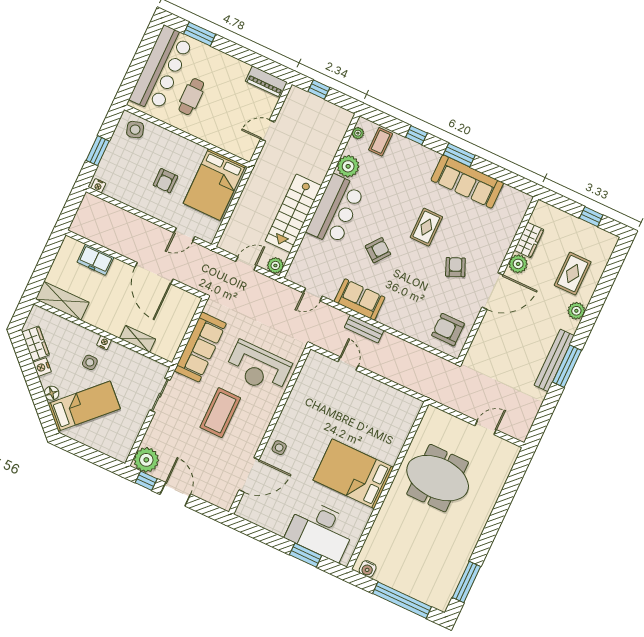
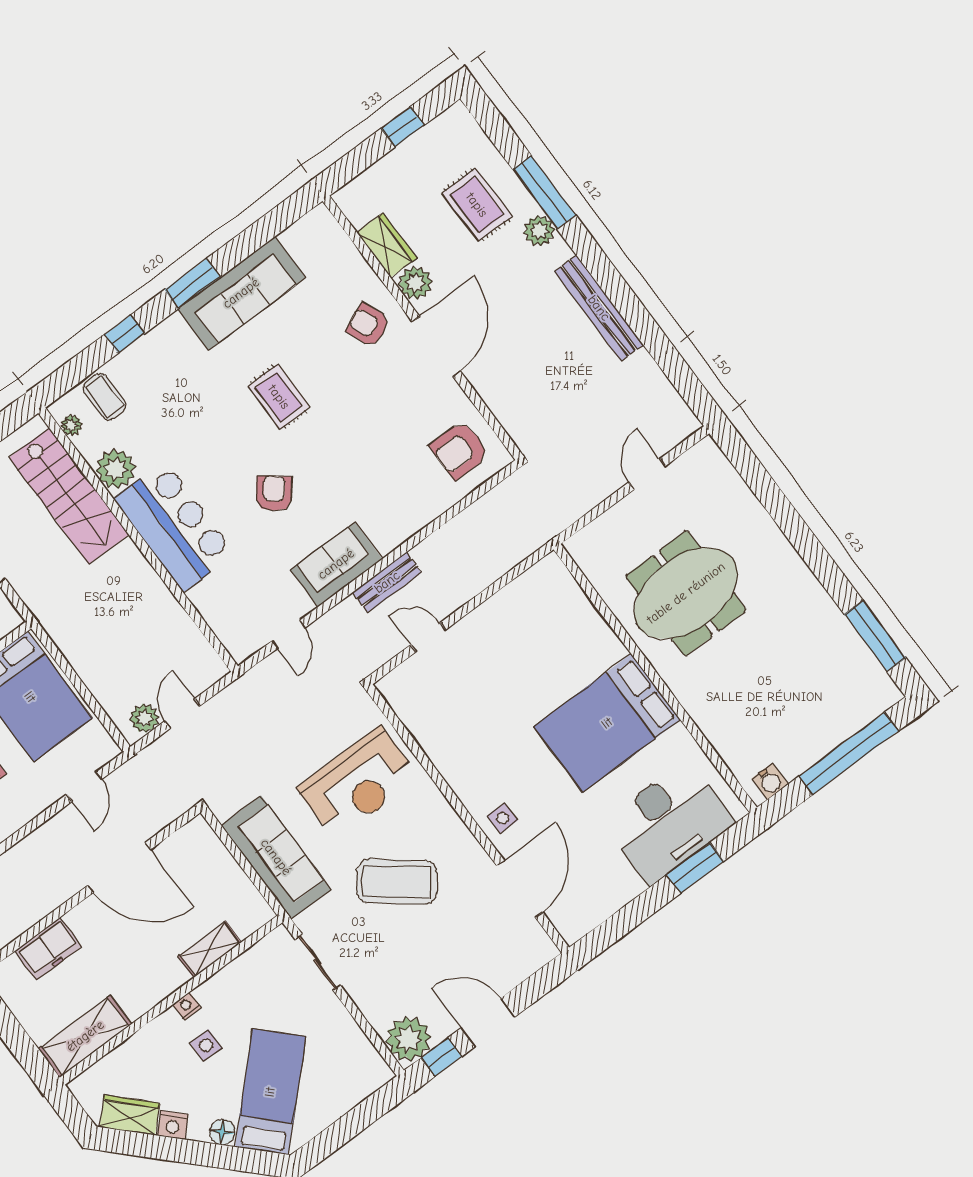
stairs: (293, 213) -> (69, 496), moved
plant: (275, 265) -> (144, 718), moved
armchair: (455, 267) -> (368, 325), moved
window: (567, 366) -> (544, 192), moved
coffee table: (220, 413) -> (397, 882), turned -52

